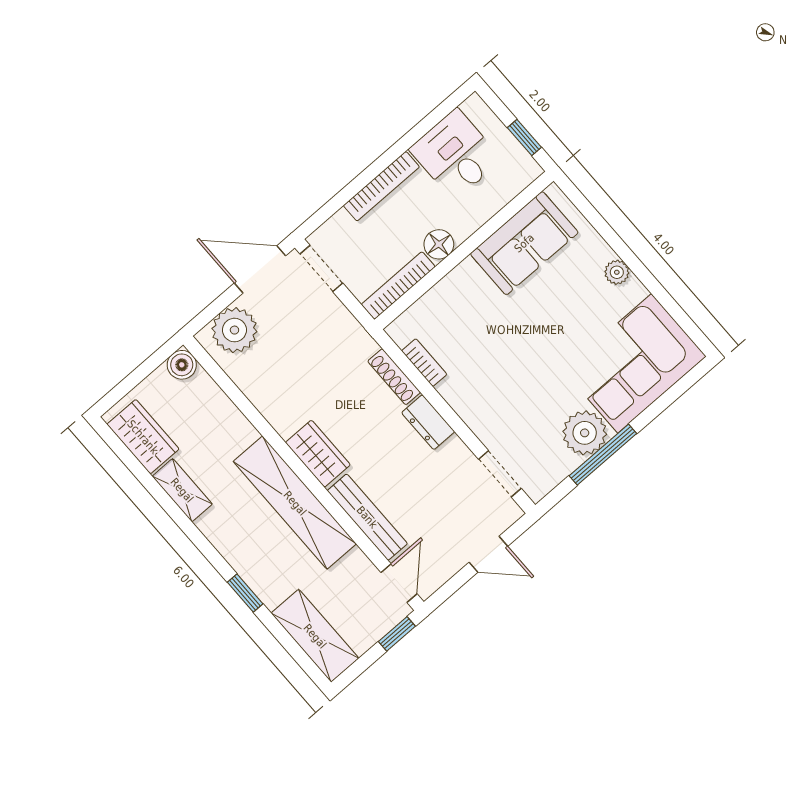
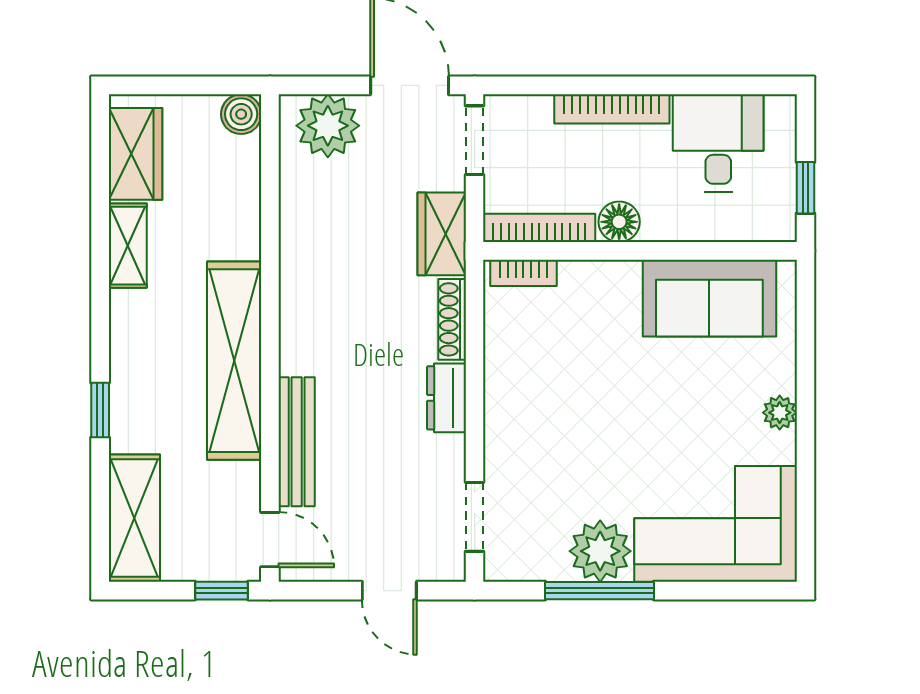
bookcase: (424, 363) -> (523, 273), moved, turned 90
wardrobe: (318, 454) -> (442, 234), moved, turned 180
door: (399, 583) -> (270, 540), hinge flipped

